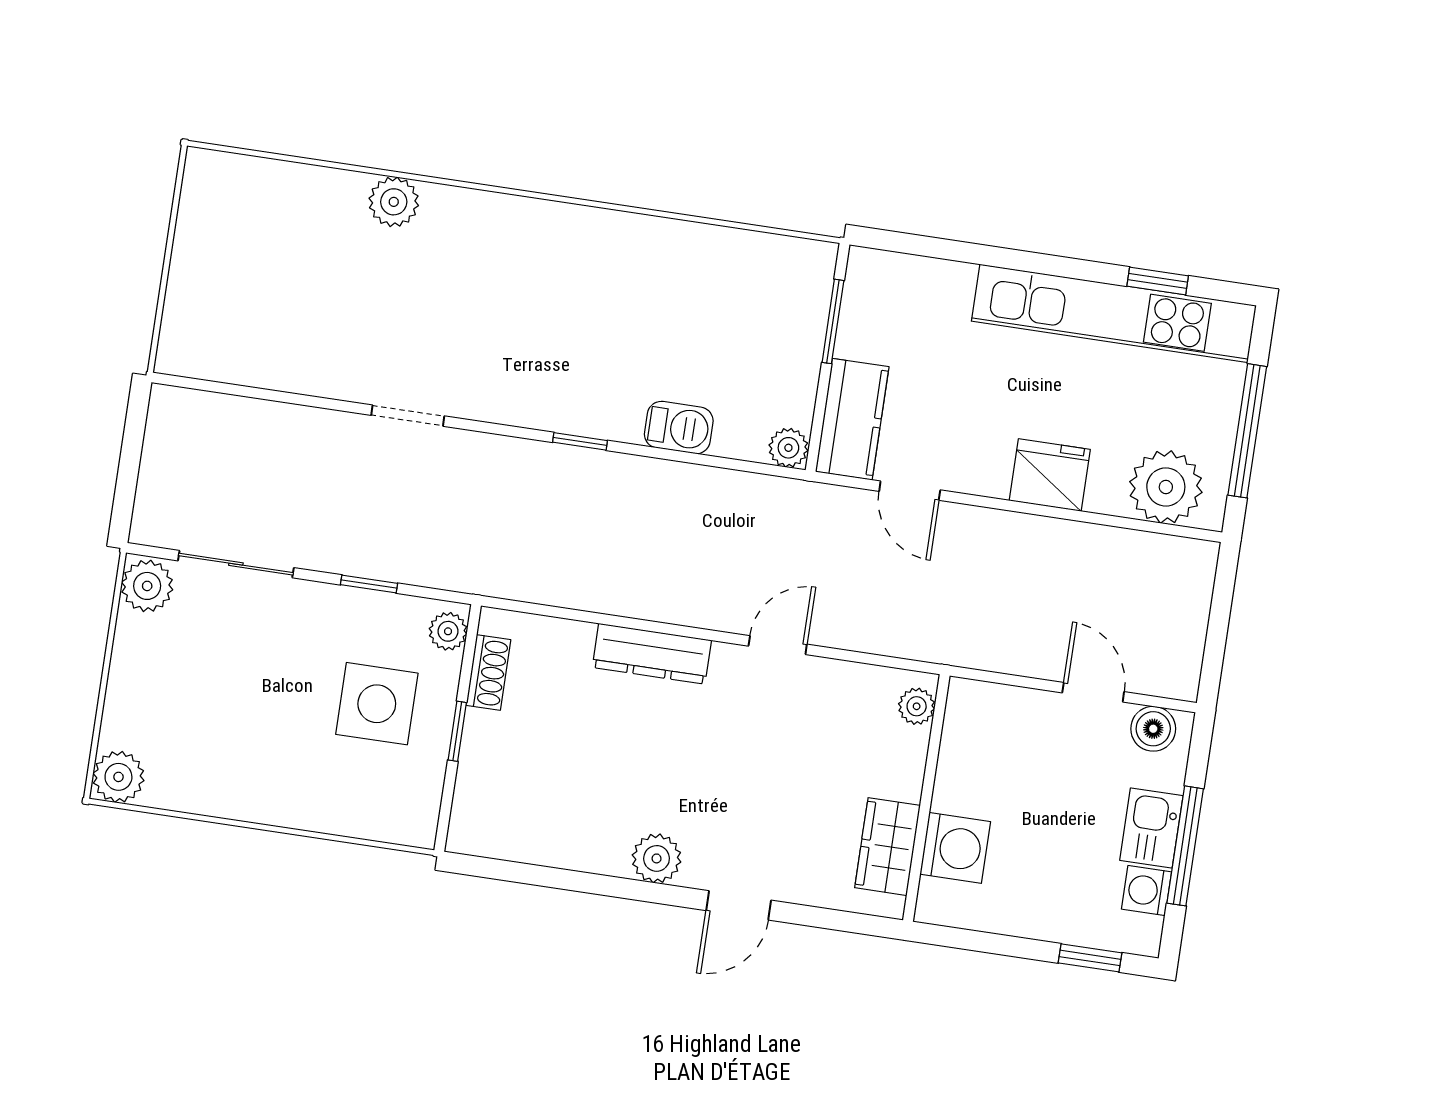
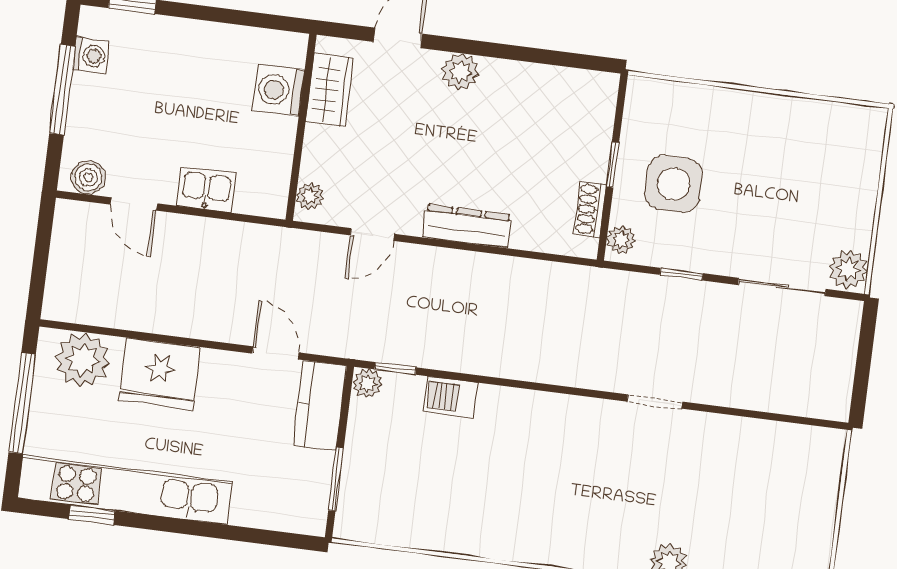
window: (580, 441) -> (395, 368), moved
fridge: (1050, 475) -> (159, 374), width x1.36, depth x1.34
plant: (917, 706) -> (310, 196), moved
plant: (118, 777) -> (867, 125), removed
wall: (926, 798) -> (301, 127), moved
kitchen sink: (1151, 828) -> (206, 189), moved, turned -90
wardrobe: (887, 847) -> (330, 90), moved
washing machine: (955, 848) -> (278, 90), moved

